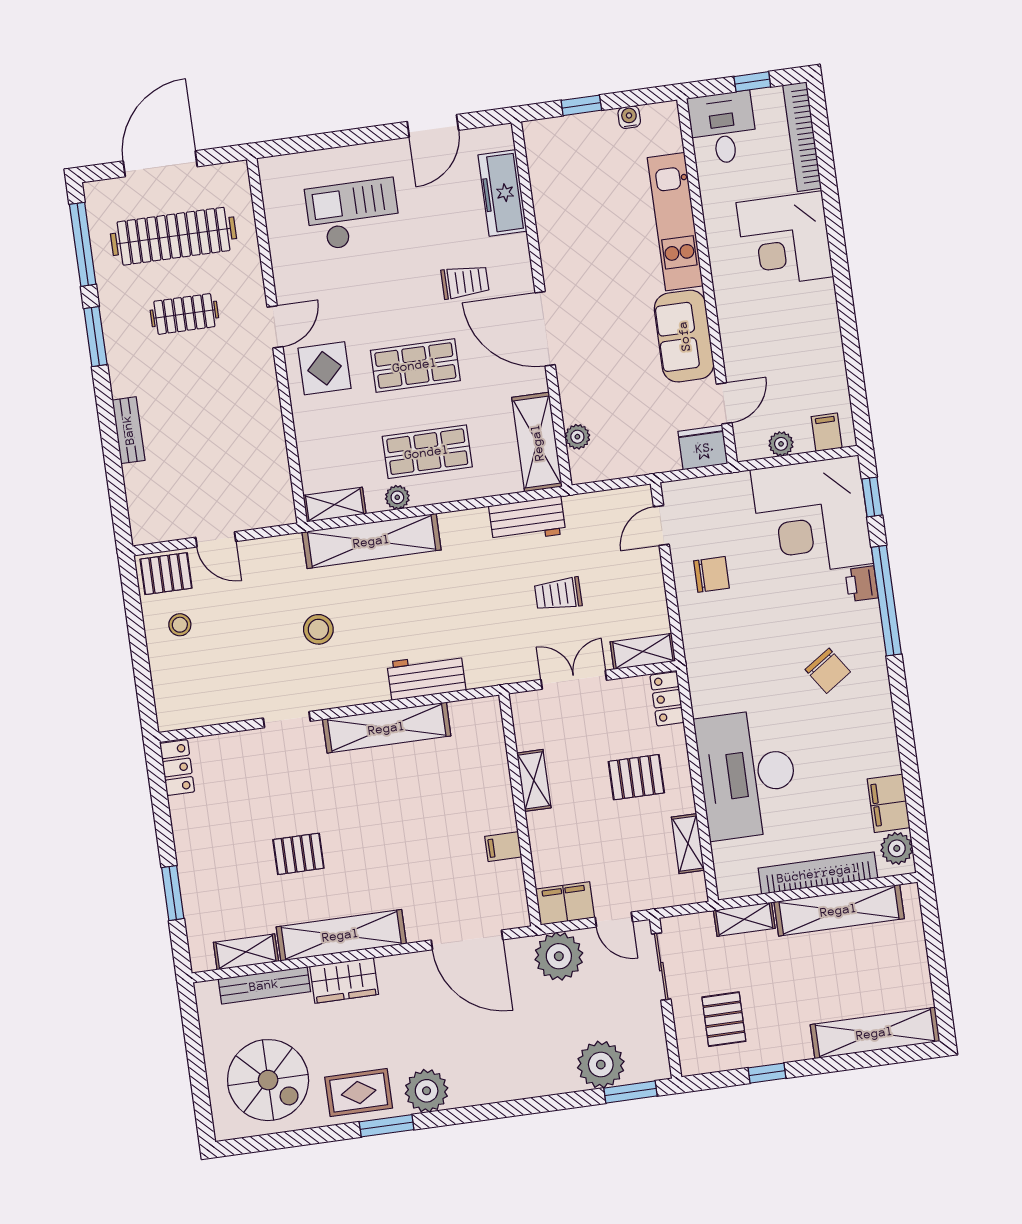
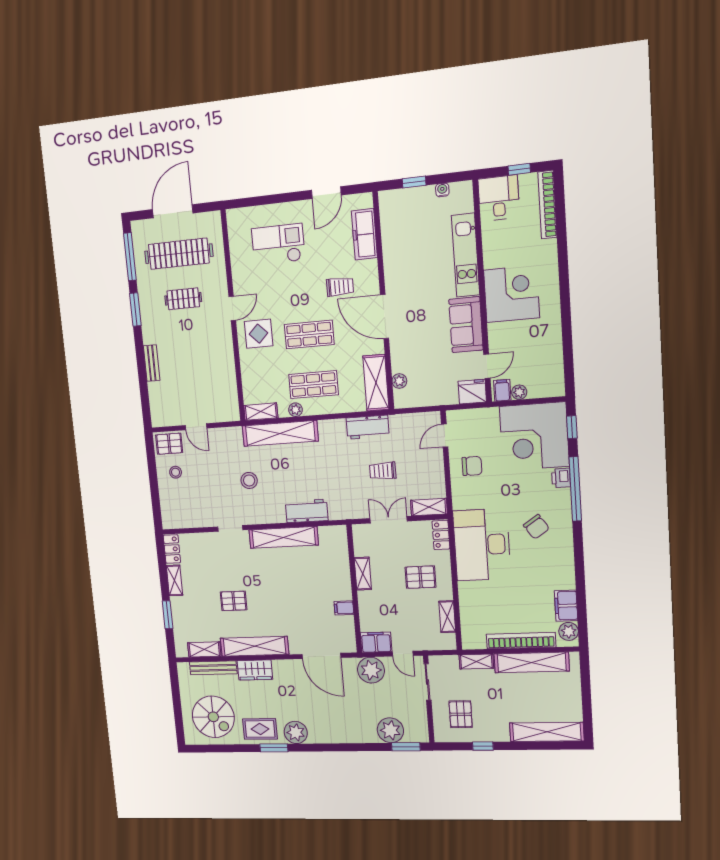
corner desk: (785, 240) -> (512, 294), moved, turned 180
filing cabinet: (827, 432) -> (502, 390), moved
desk: (747, 774) -> (482, 545), moved
shelving: (184, 826) -> (175, 580), added

